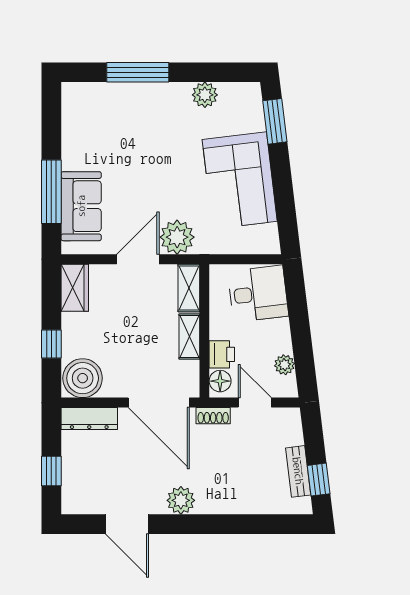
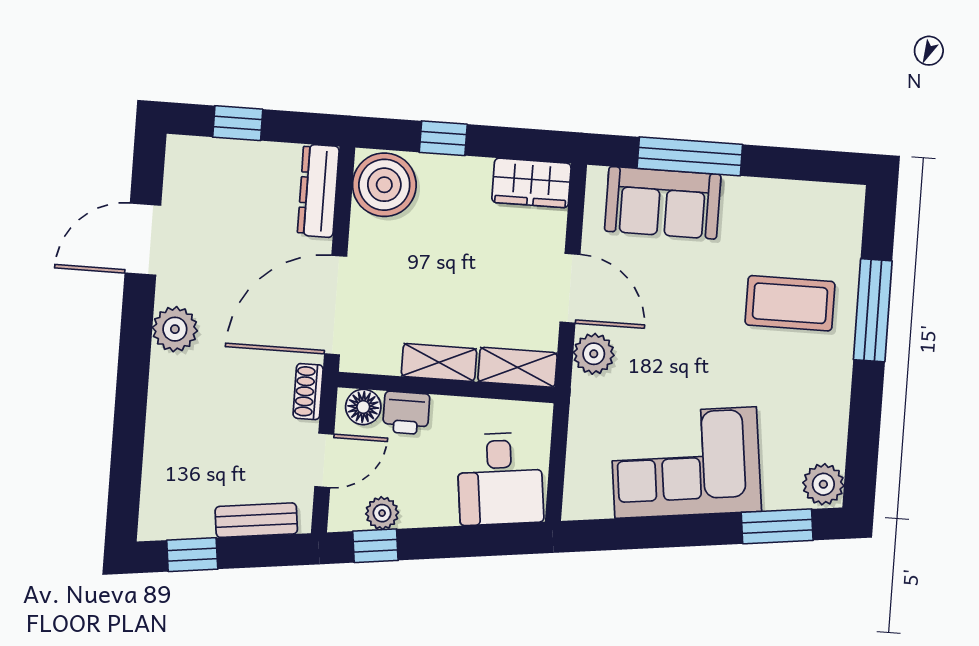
plant: (205, 95) -> (823, 484), moved
coffee table: (137, 123) -> (790, 303), added
plant: (177, 237) -> (594, 354), width x0.73, depth x0.73
window: (305, 367) -> (375, 546), added
bench: (298, 471) -> (256, 520), moved

